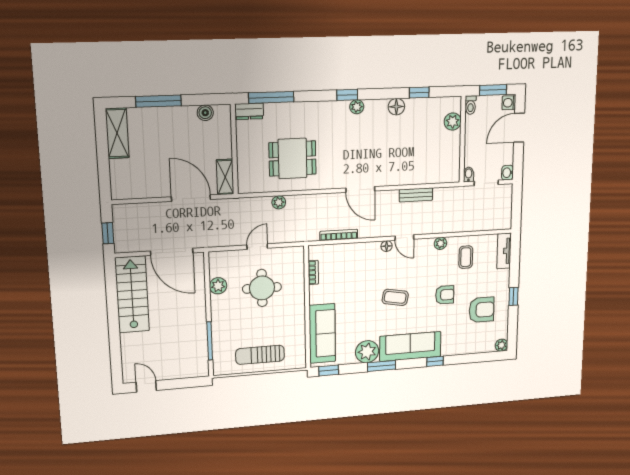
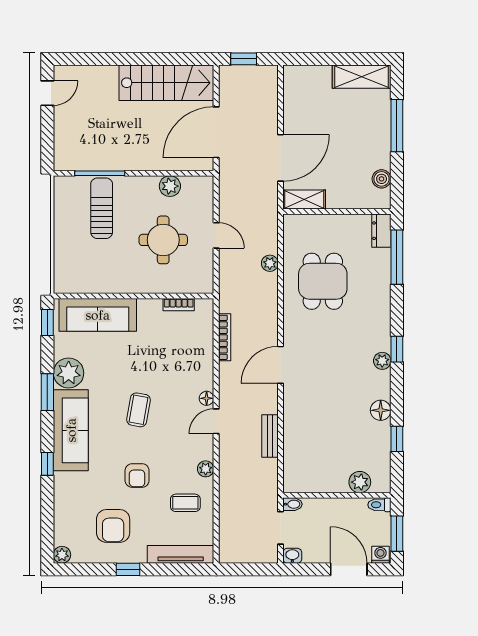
tv unit: (504, 251) -> (181, 554), width x1.41
sun lounger: (260, 355) -> (102, 208), moved

